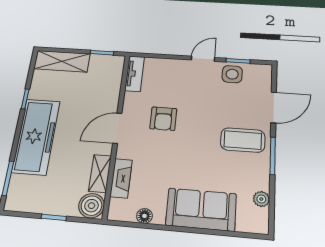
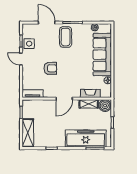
armchair: (163, 119) -> (50, 68), moved
door: (117, 128) -> (64, 99), hinge flipped
freezer: (36, 136) -> (86, 139), moved
sofa: (201, 209) -> (102, 55), width x1.36

